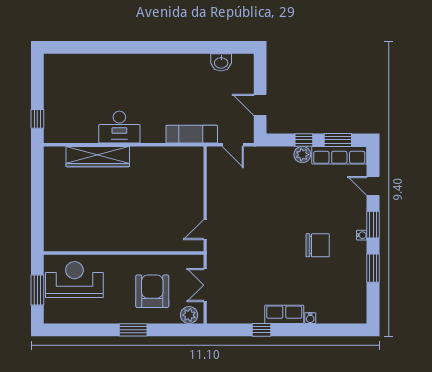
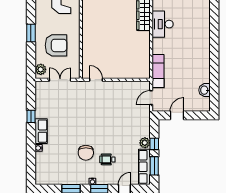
wheelchair: (328, 212) -> (107, 159), added

